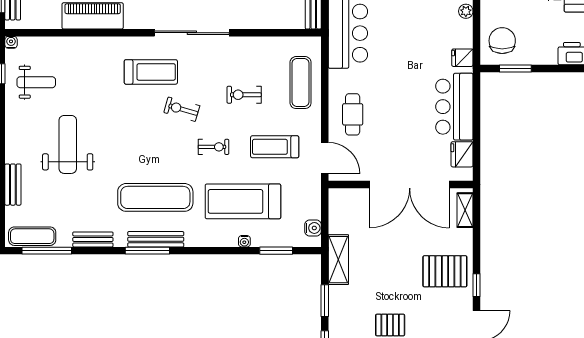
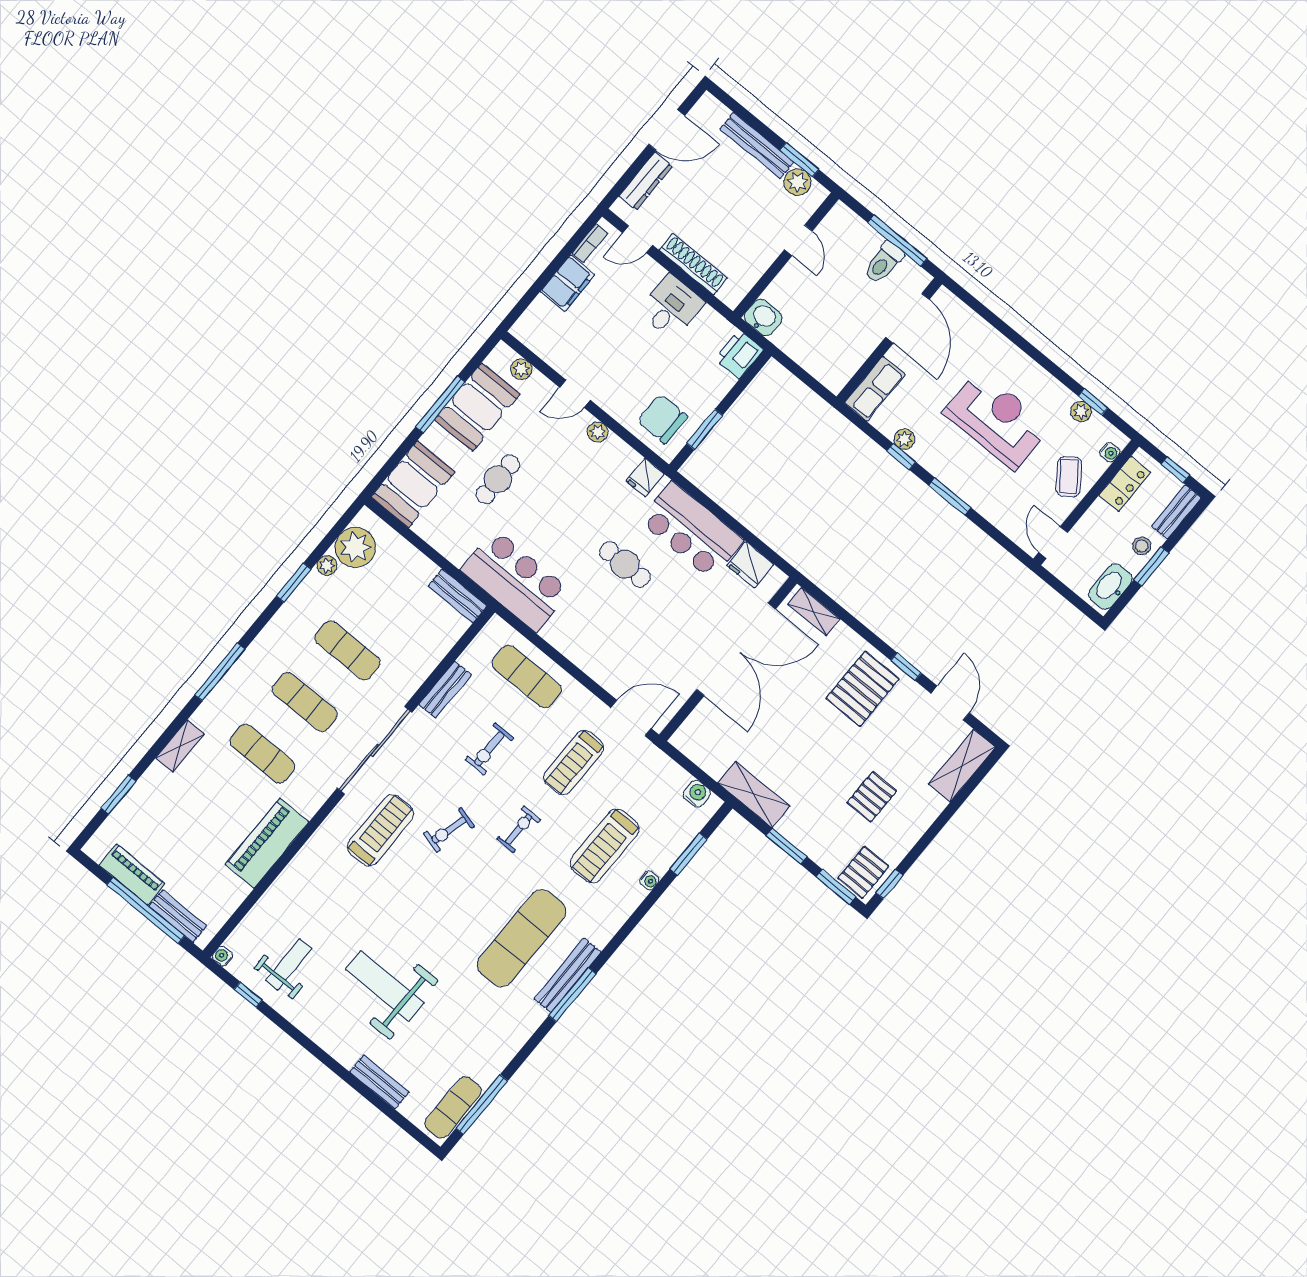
cafe table: (353, 114) -> (625, 564), moved
treadmill: (243, 201) -> (605, 846), width x0.73, depth x0.73
bench: (93, 239) -> (445, 690), moved

